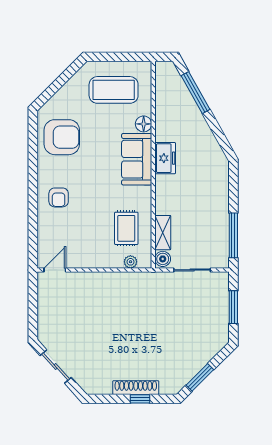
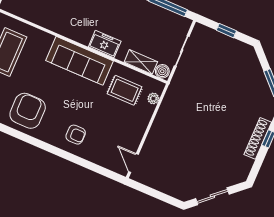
floor lamp: (144, 124) -> (46, 39), removed
freezer: (165, 158) -> (105, 44), moved
sofa: (137, 159) -> (79, 61), width x1.36
window: (233, 307) -> (226, 31), width x0.67

